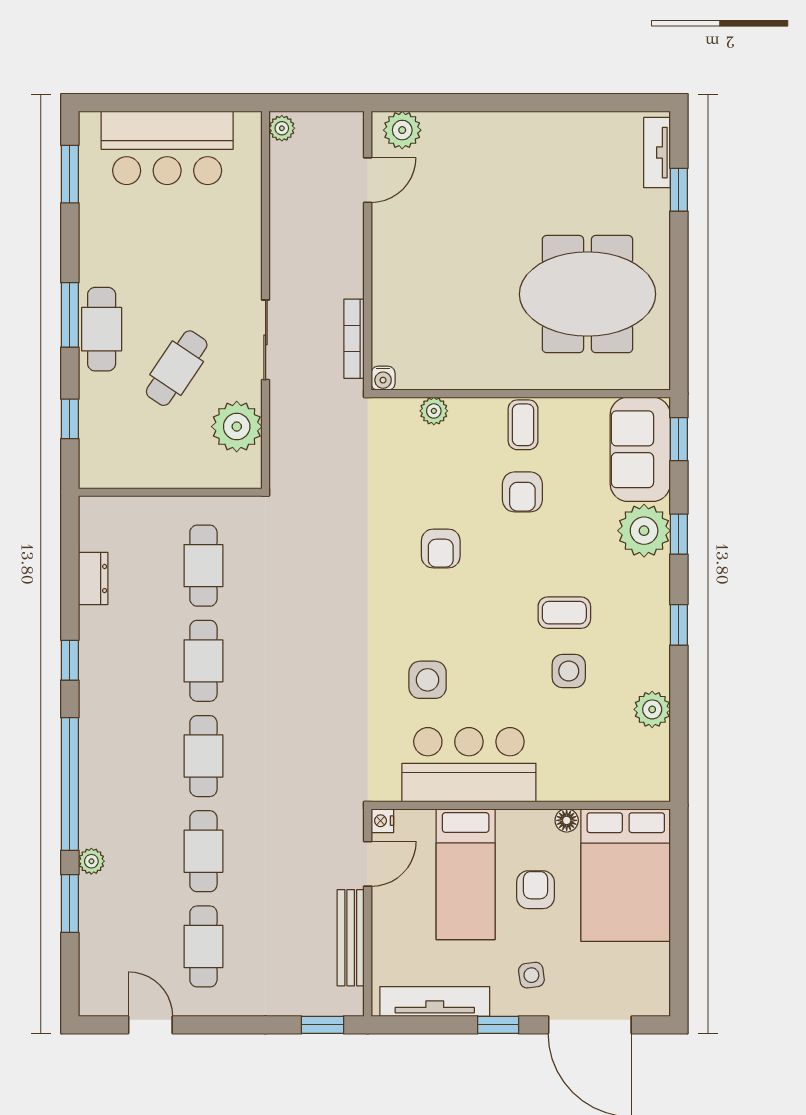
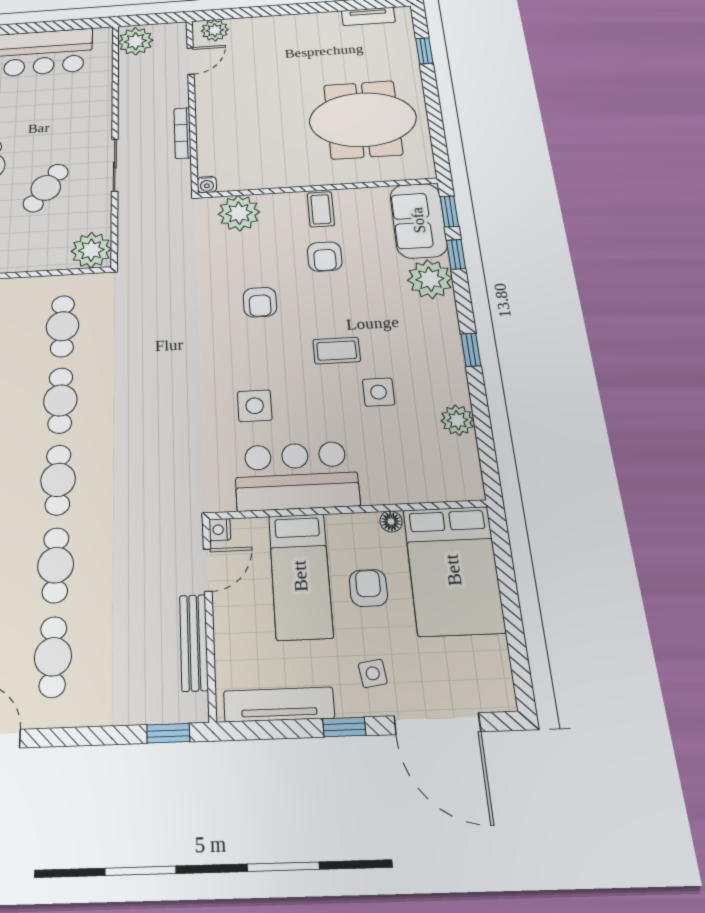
plant: (282, 128) -> (135, 41), width x1.88, depth x1.88
tv unit: (657, 153) -> (368, 16), moved, turned -90
bookcase: (354, 339) -> (183, 133), moved
plant: (434, 411) -> (239, 213), width x1.87, depth x1.87
plant: (237, 427) -> (91, 250), moved
window: (679, 534) -> (456, 254), moved
coffee table: (564, 613) -> (337, 351), moved

